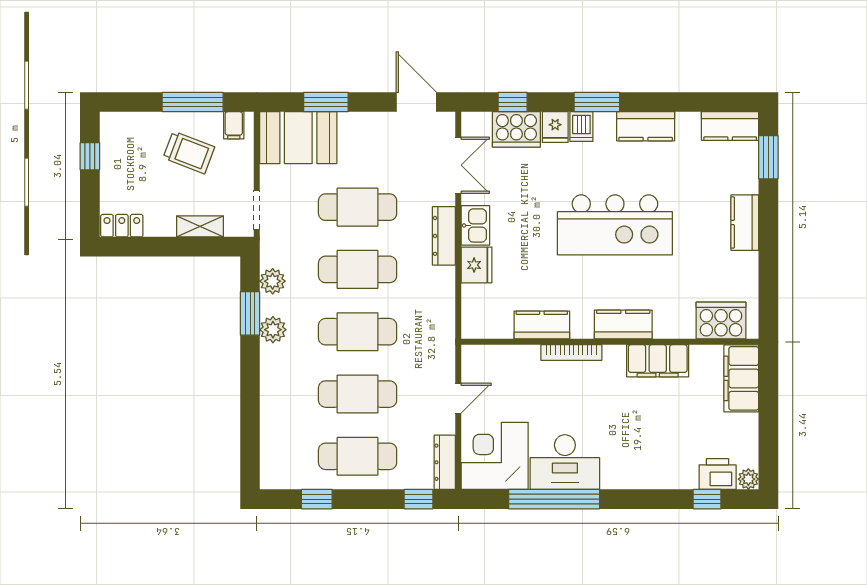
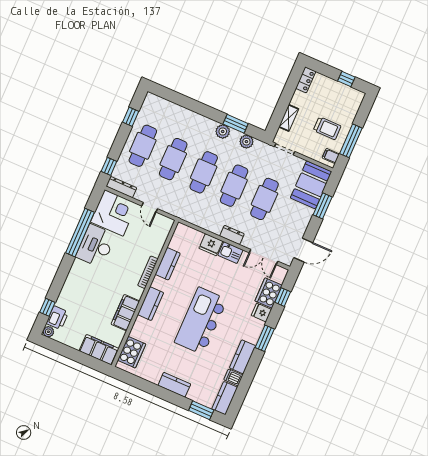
dishwasher: (581, 127) -> (233, 377), moved
trolley: (189, 152) -> (327, 128), turned -111
dresser: (444, 236) -> (232, 235), width x0.70

